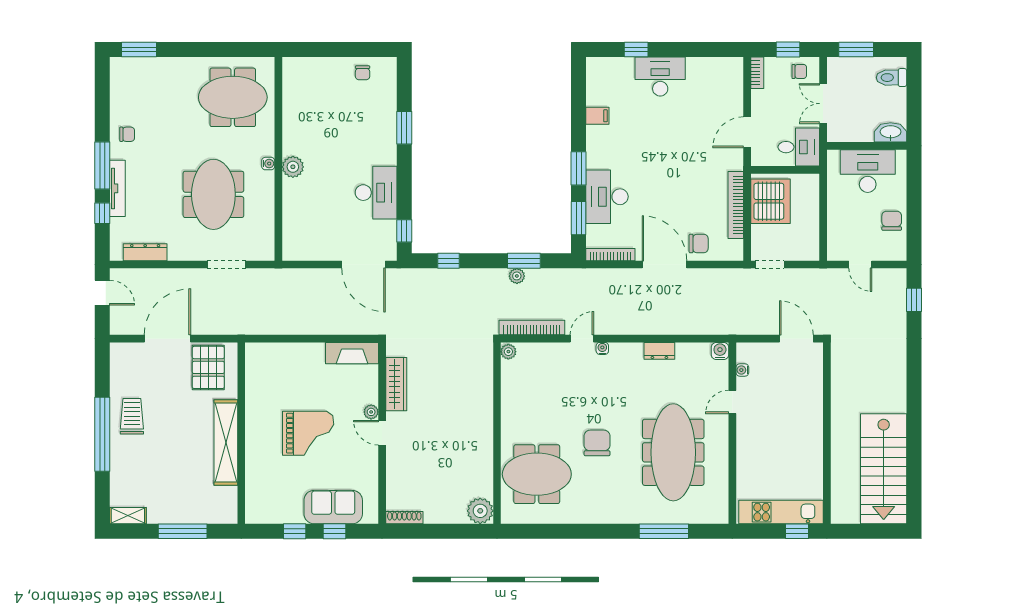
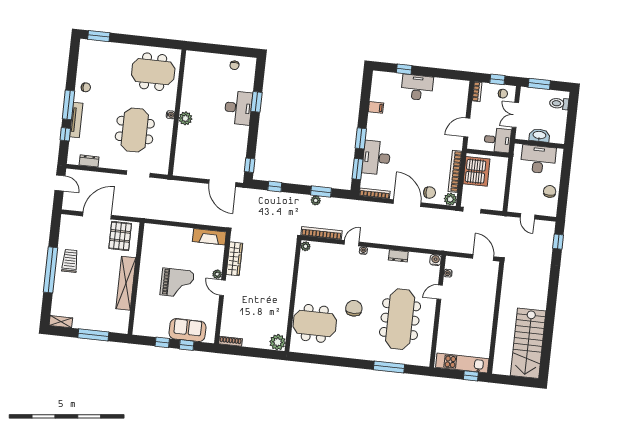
washbasin: (891, 132) -> (539, 135), moved
desk: (376, 193) -> (238, 108), moved
plant: (733, 250) -> (450, 199), added
dresser: (145, 252) -> (89, 161), width x0.70

